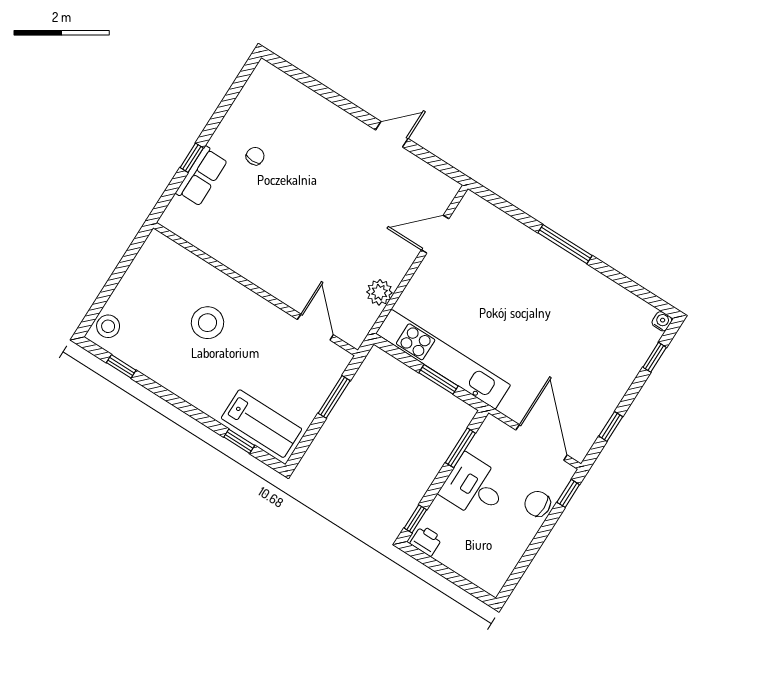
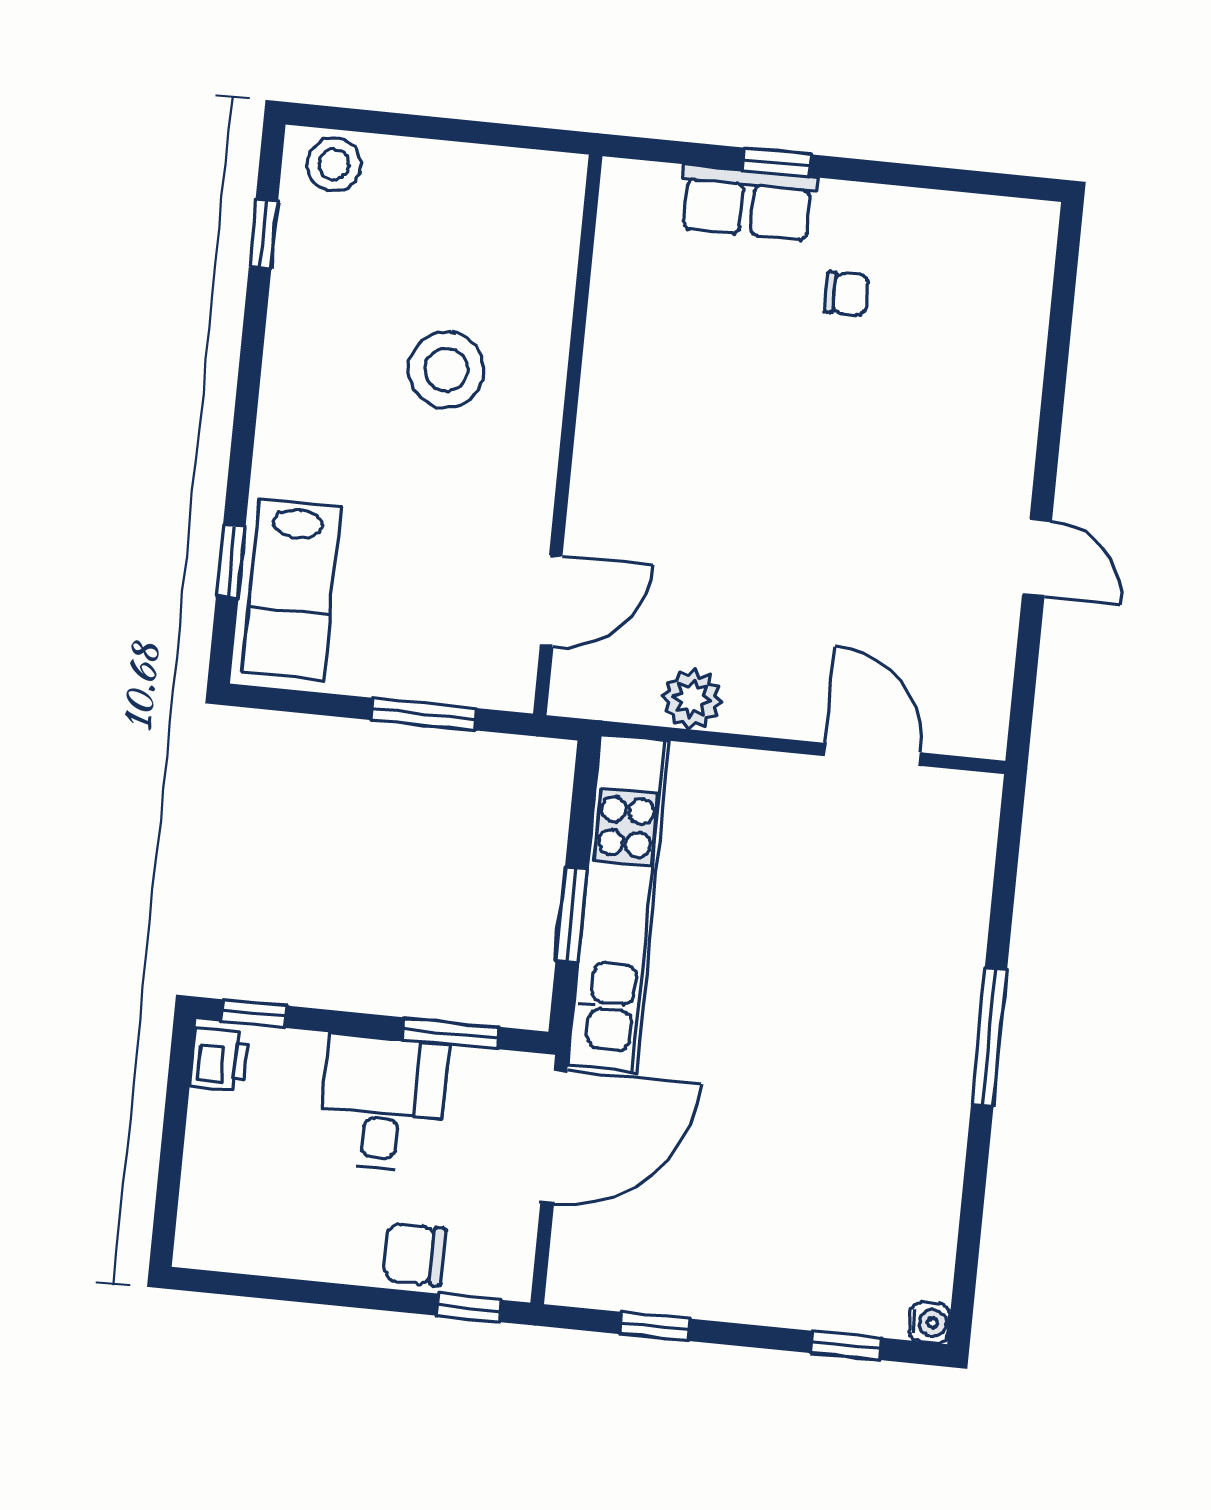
door: (542, 443) -> (554, 1137), moved
chair: (538, 504) -> (415, 1254), turned -90

